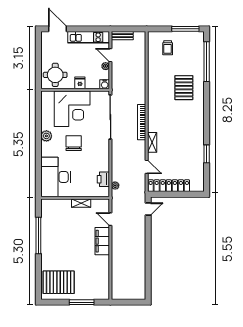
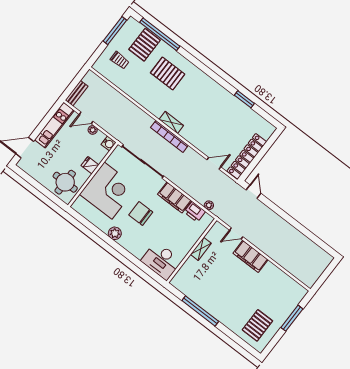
pallet: (191, 57) -> (145, 45), added
shelving: (152, 142) -> (171, 122), moved
filing cabinet: (102, 158) -> (174, 197), added
desk: (56, 177) -> (161, 261), width x0.73, depth x0.77
pallet: (59, 282) -> (257, 325), width x0.73, depth x0.71

